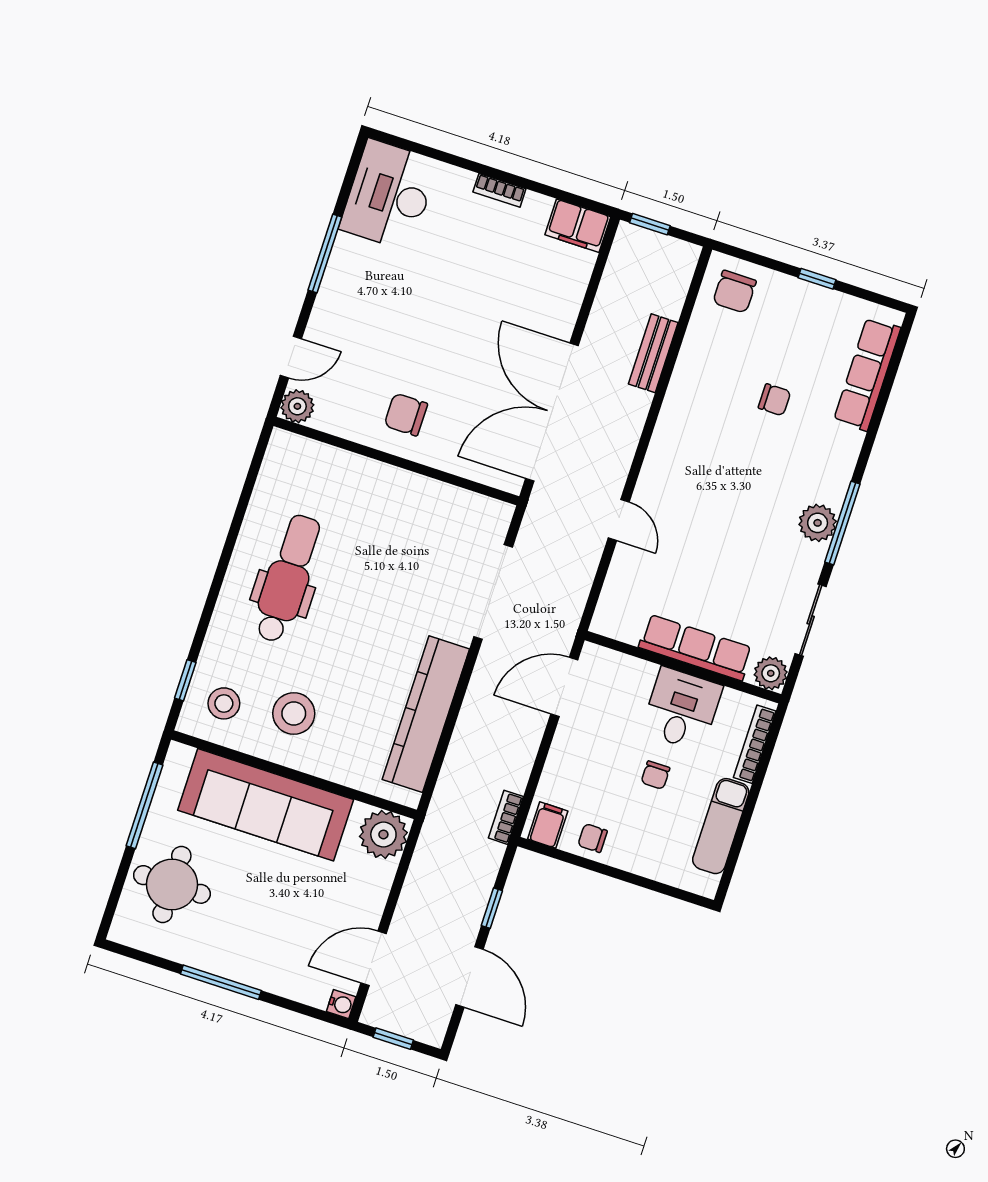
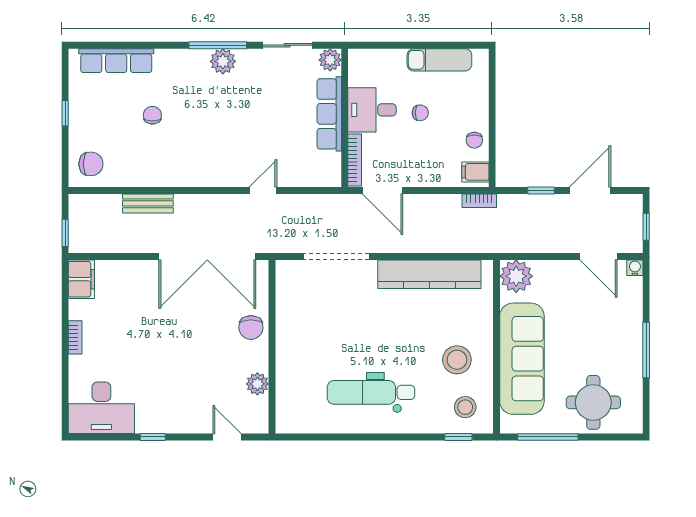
window: (325, 253) -> (153, 437), width x0.46
plant: (297, 406) -> (257, 384), moved
chair: (406, 415) -> (251, 328), moved
bookcase: (755, 744) -> (355, 160), moved, turned -90

